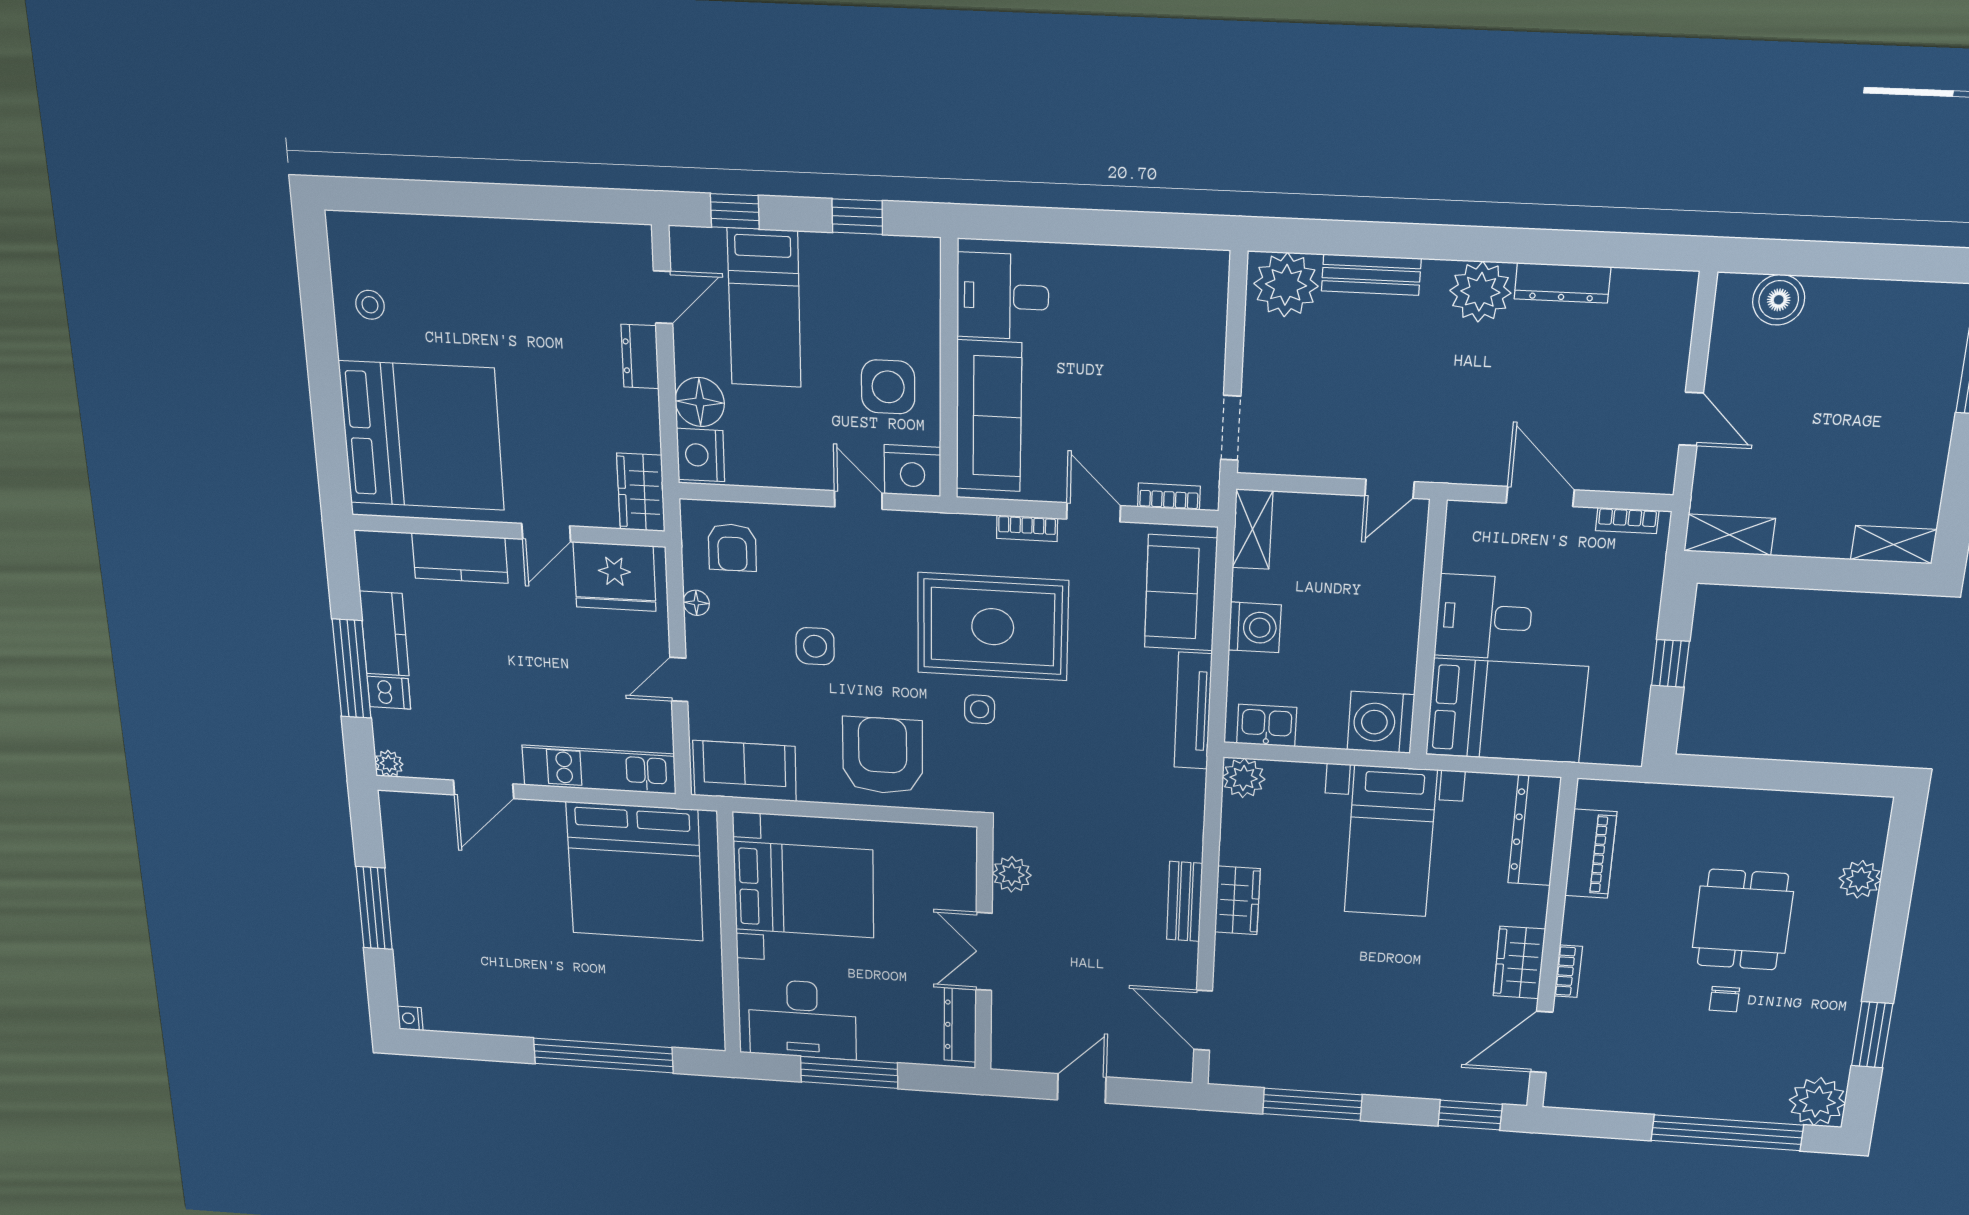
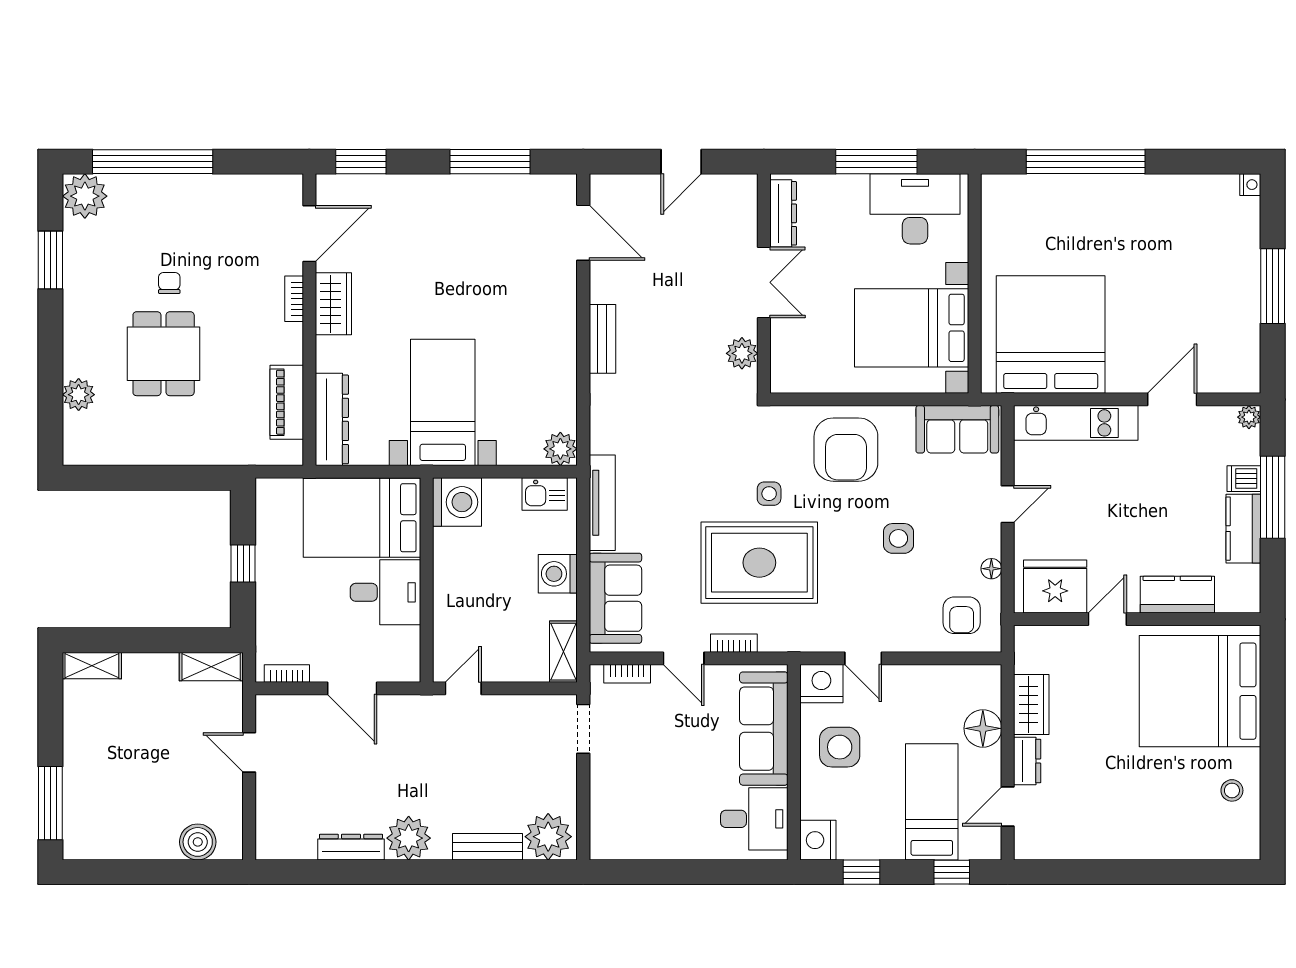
nightstand: (701, 455) -> (818, 840), moved, turned 180
wardrobe: (641, 492) -> (1031, 705), moved
armchair: (732, 547) -> (962, 615), turned 180
wardrobe: (1237, 900) -> (560, 343), removed

